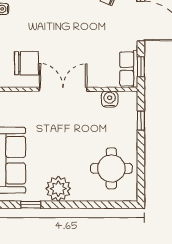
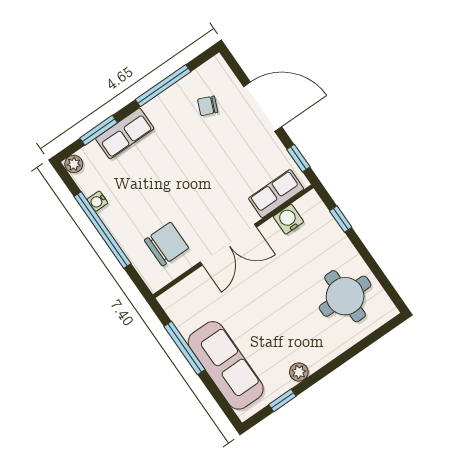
row of seats: (129, 69) -> (276, 194), moved, turned 90
double door: (63, 89) -> (228, 245), swing flipped
plant: (58, 189) -> (299, 372), width x0.53, depth x0.53

